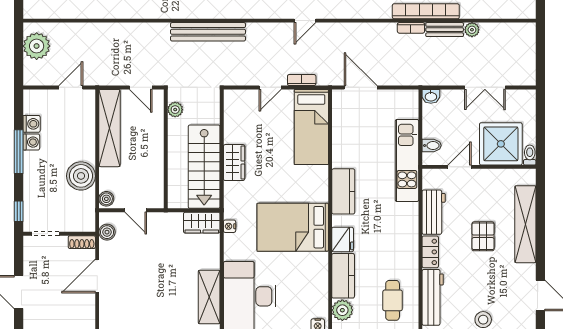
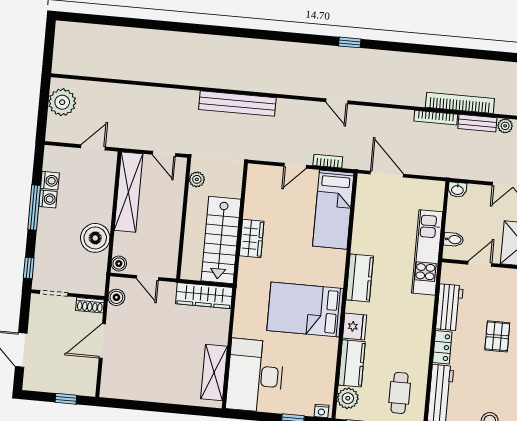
door: (305, 21) -> (337, 101), hinge flipped
bookcase: (411, 28) -> (436, 118), width x1.56
wardrobe: (202, 223) -> (204, 296), width x1.50
nightstand: (230, 226) -> (241, 303), removed

